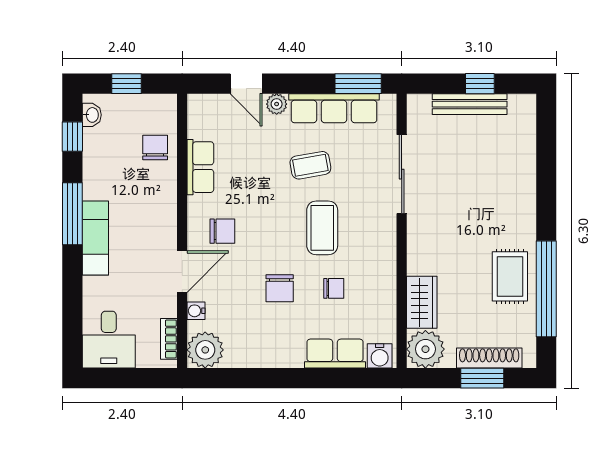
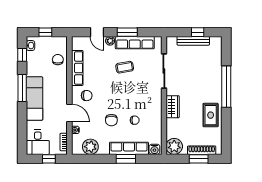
window: (358, 84) -> (127, 32), moved
row of seats: (200, 167) -> (77, 68), width x1.48
coffee table: (322, 228) -> (130, 94), removed
exam couch: (95, 238) -> (35, 98), width x1.36, depth x1.45
door: (182, 272) -> (69, 113), hinge flipped
window: (546, 289) -> (226, 87), moved
wardrobe: (422, 302) -> (173, 107), moved
plant: (205, 350) -> (90, 147), moved
row of seats: (335, 354) -> (129, 148), width x1.48
window: (134, 378) -> (49, 159), added
window: (313, 378) -> (126, 159), added

